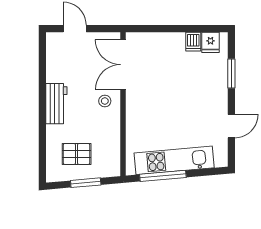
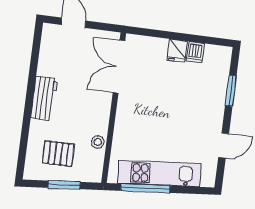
fridge: (210, 42) -> (177, 51), moved
stool: (105, 101) -> (98, 142), moved

